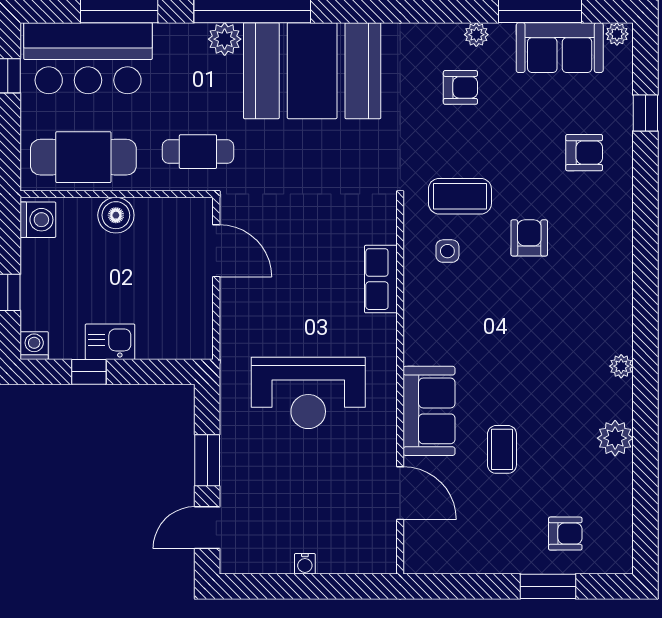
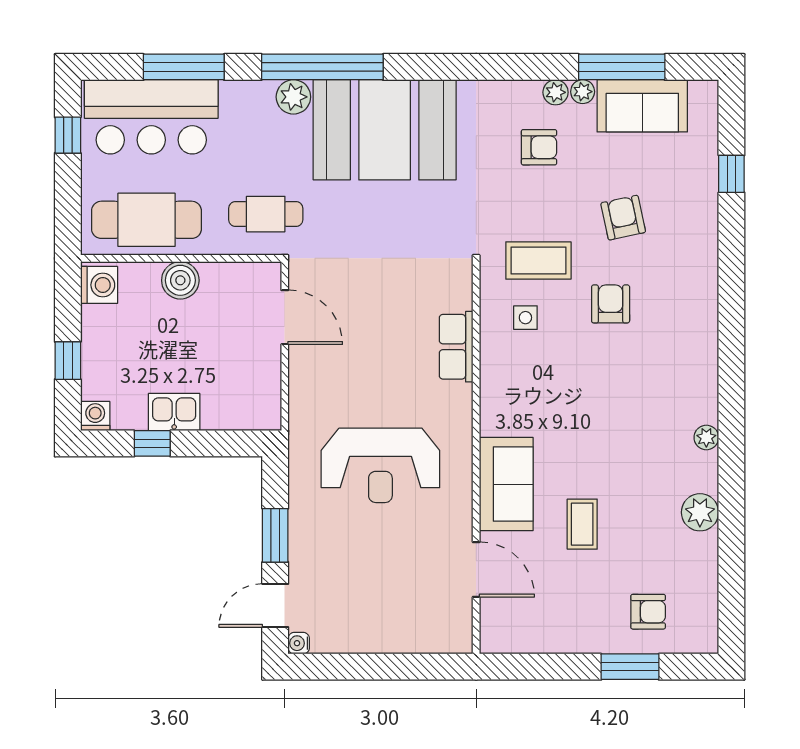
plant: (617, 34) -> (583, 92), moved
armchair: (584, 153) -> (623, 218), moved, turned -102
water cooler: (305, 564) -> (299, 643), moved, turned 90

